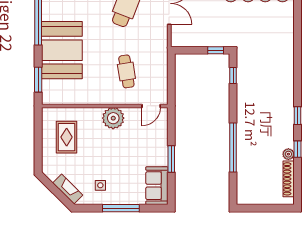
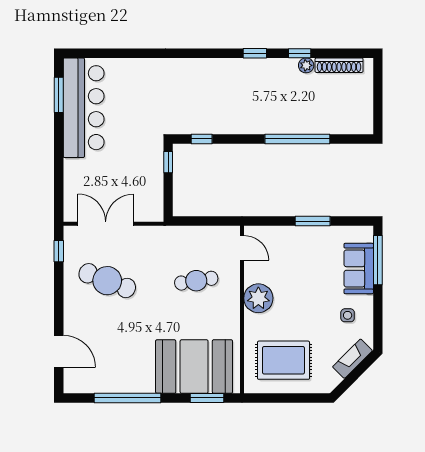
booth: (62, 50) -> (194, 367), moved
rug: (67, 137) -> (283, 360), width x1.36, depth x1.43
sofa: (157, 186) -> (359, 268), moved, turned 90
window: (121, 208) -> (378, 260), moved

